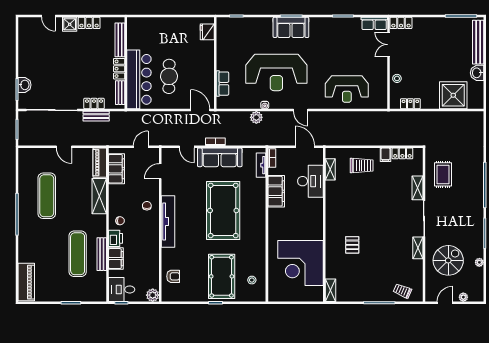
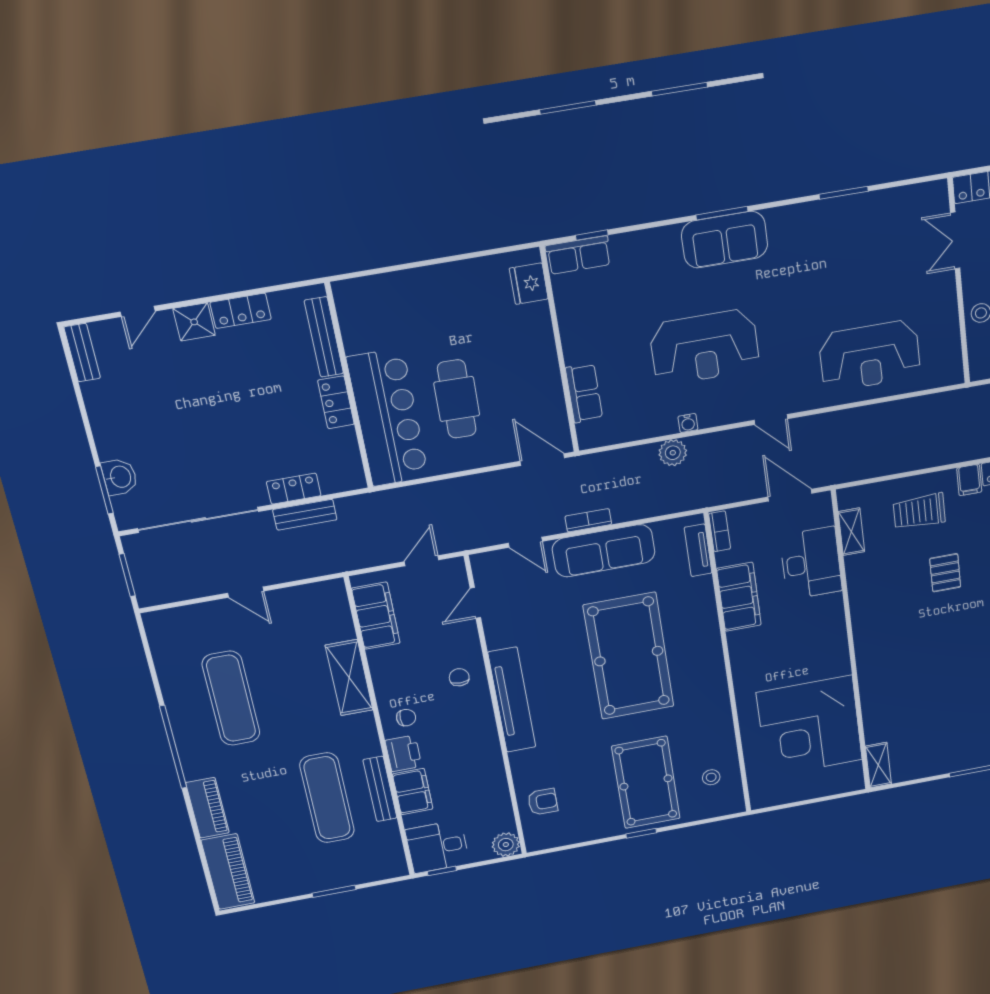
door: (48, 16) -> (138, 311), hinge flipped
row of seats: (374, 23) -> (578, 255), moved
reception desk: (276, 72) -> (705, 347), width x0.74, depth x0.77
bench: (120, 93) -> (82, 353), moved
piano: (100, 163) -> (207, 808), moved, turned 180
trolley: (362, 166) -> (919, 511), turned 180
pallet: (352, 245) -> (945, 573), moved

